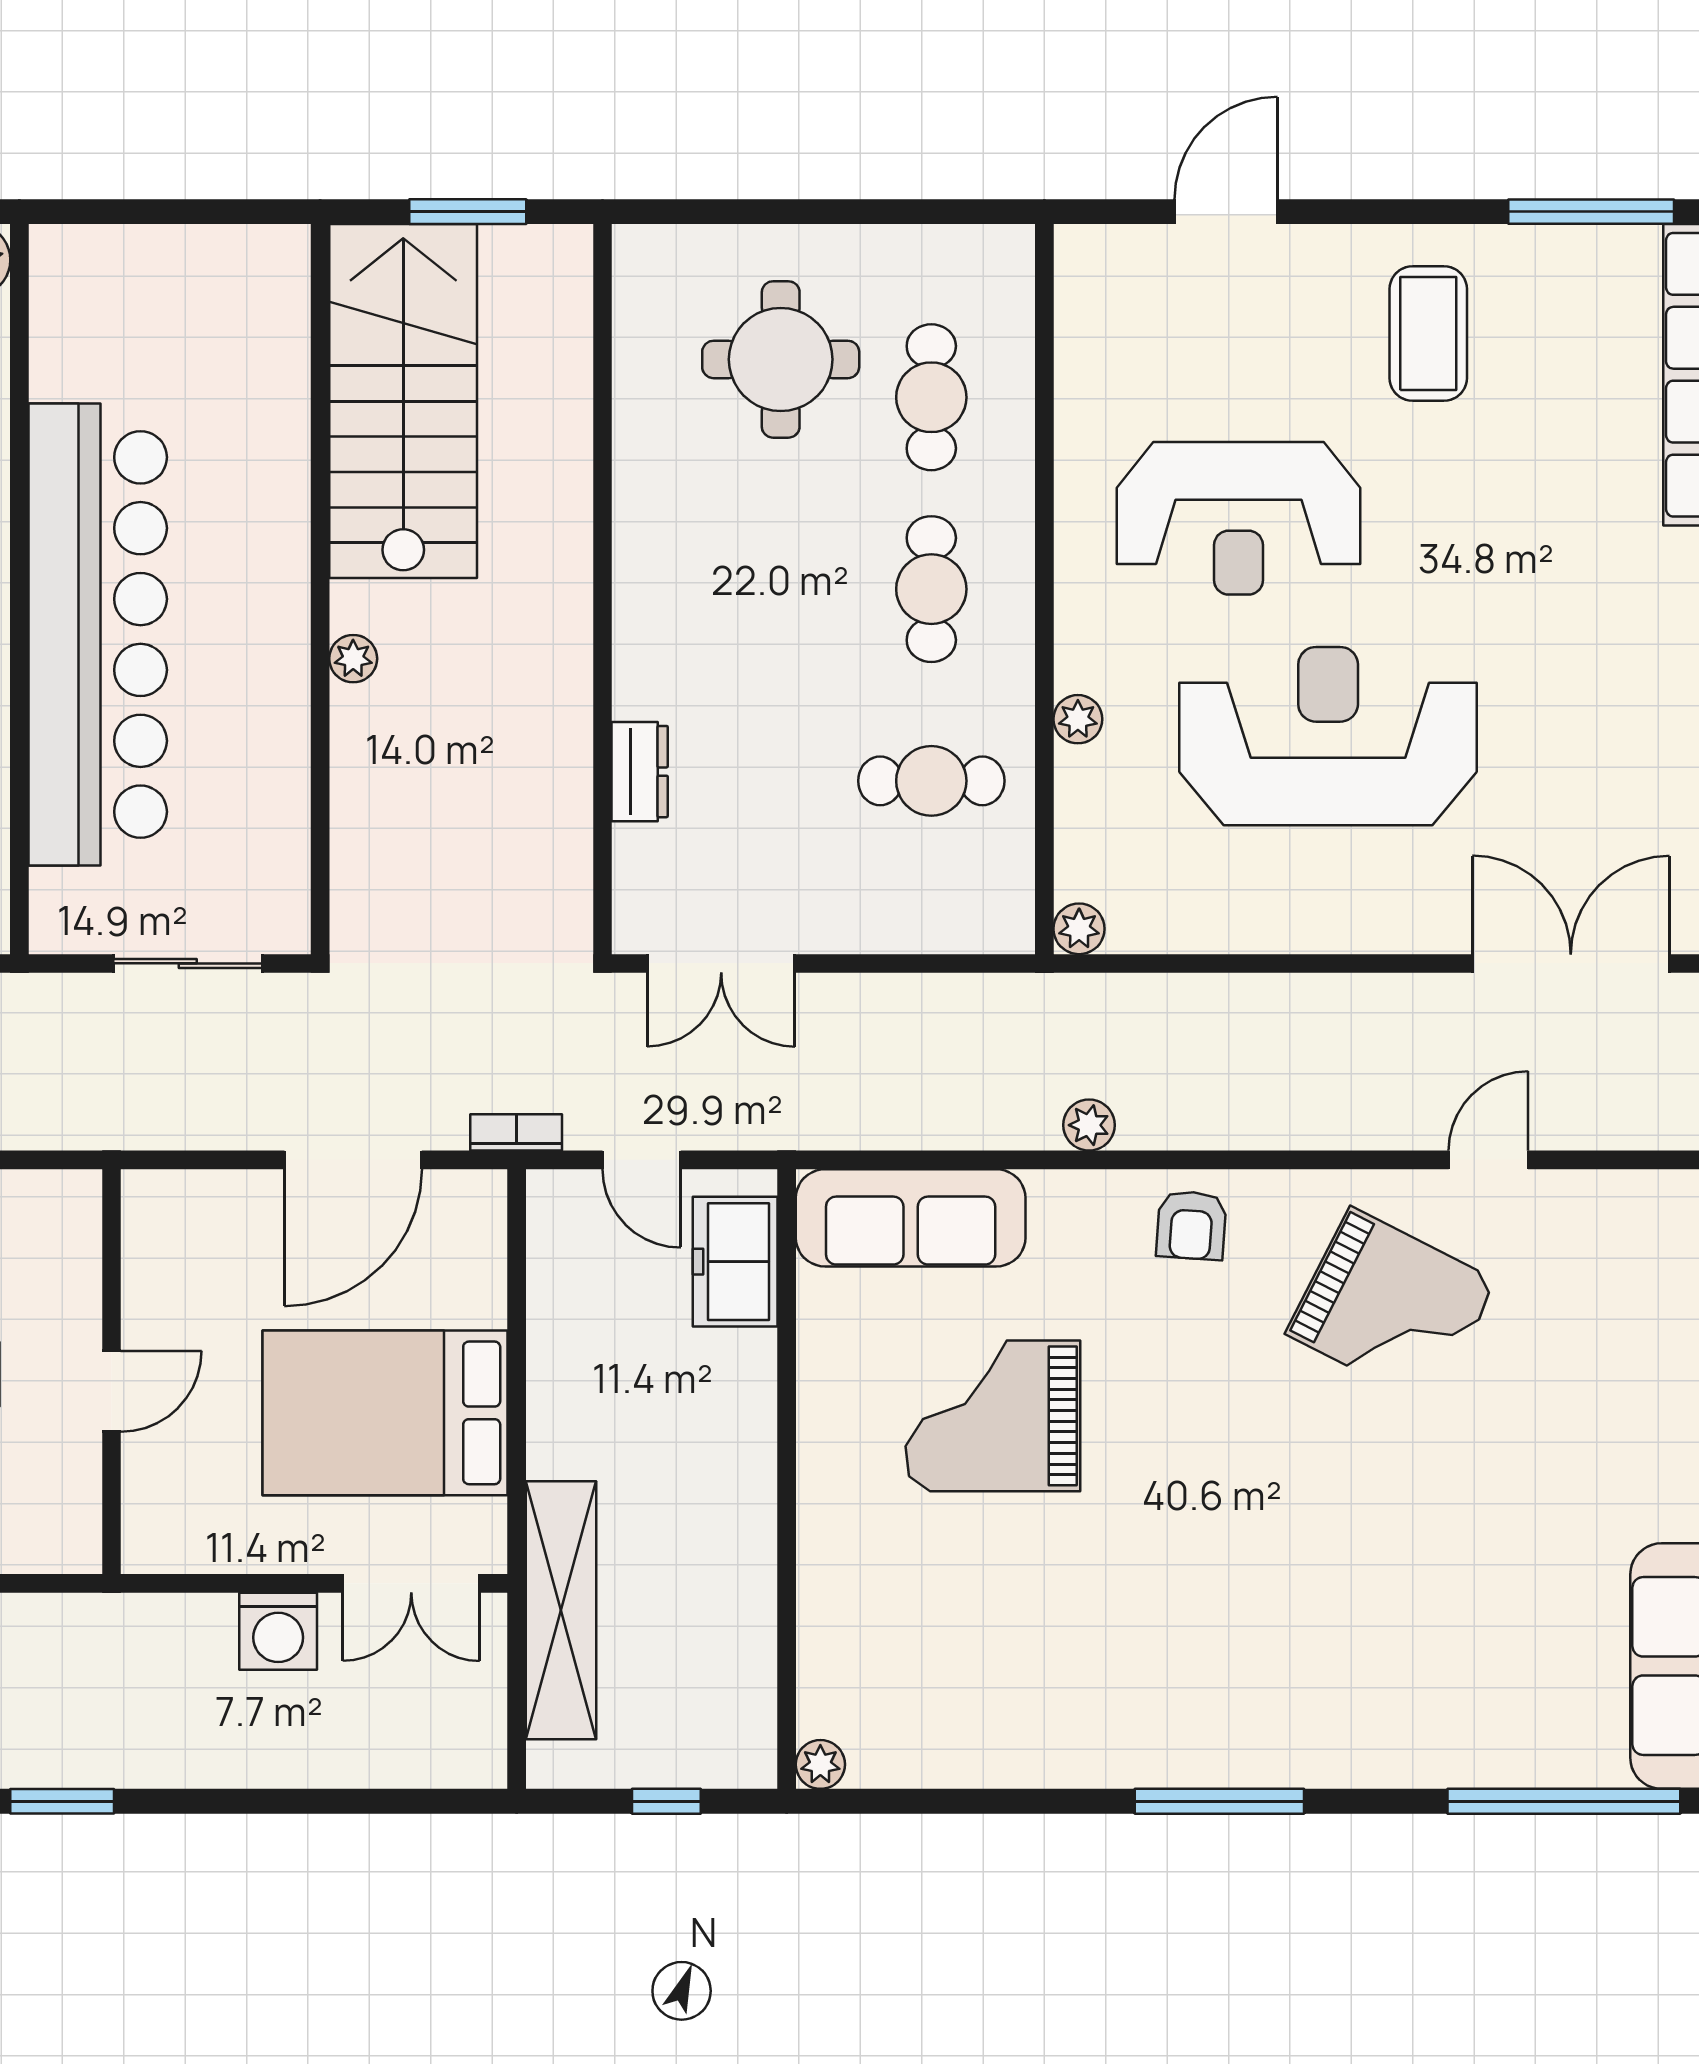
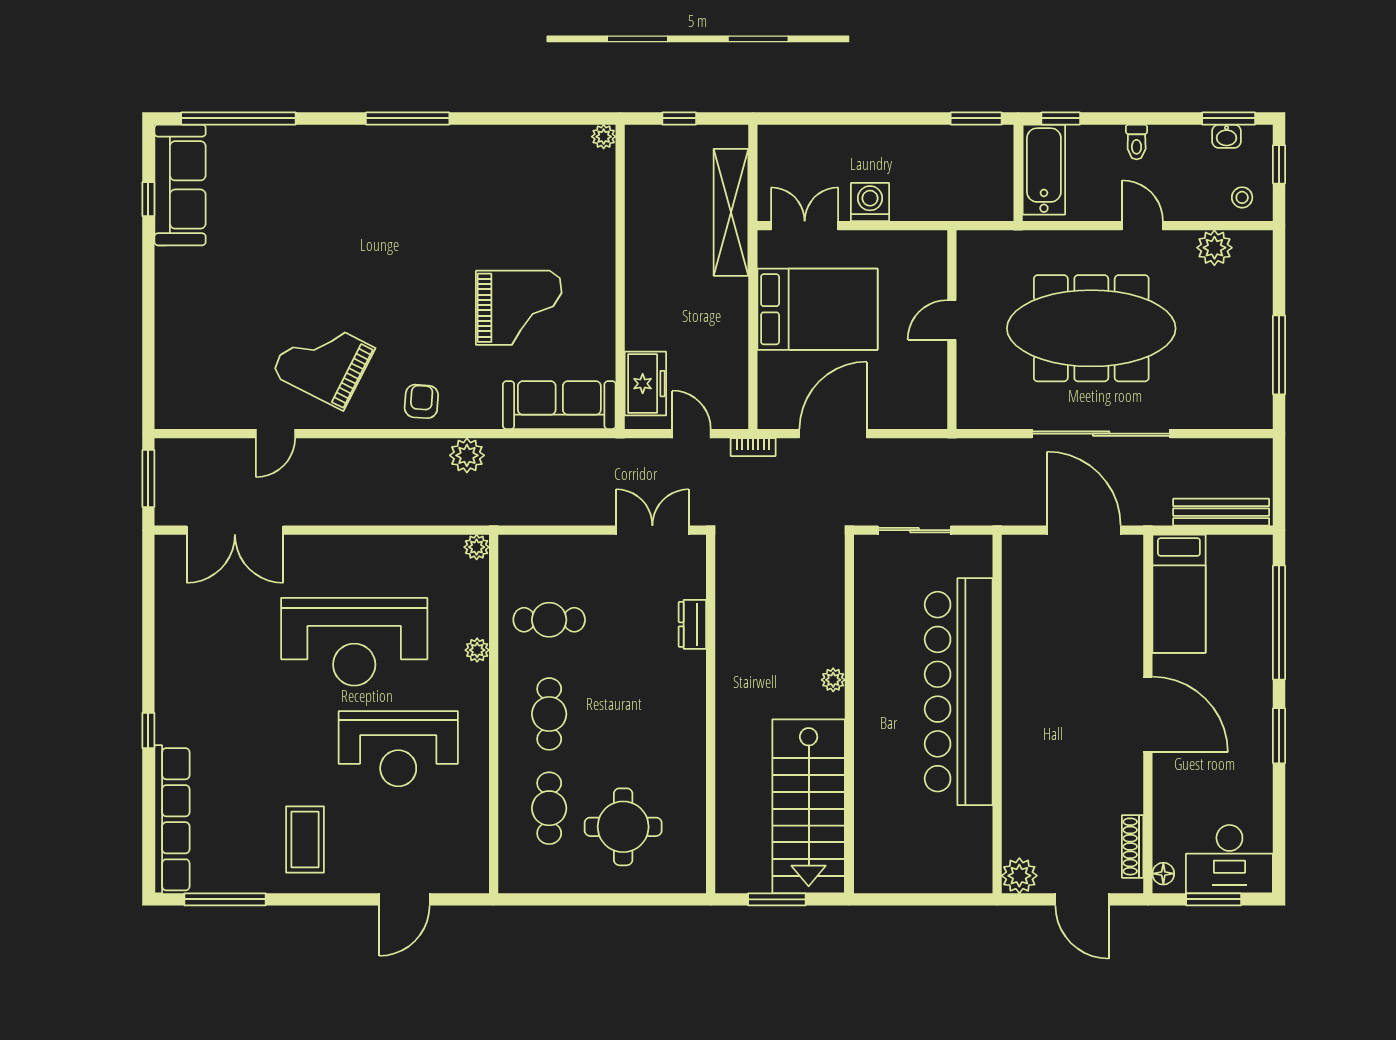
reception desk: (1238, 518) -> (398, 749), turned 180
plant: (1089, 1125) -> (467, 455), width x1.38, depth x1.38

